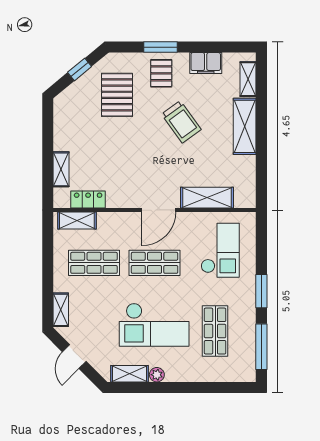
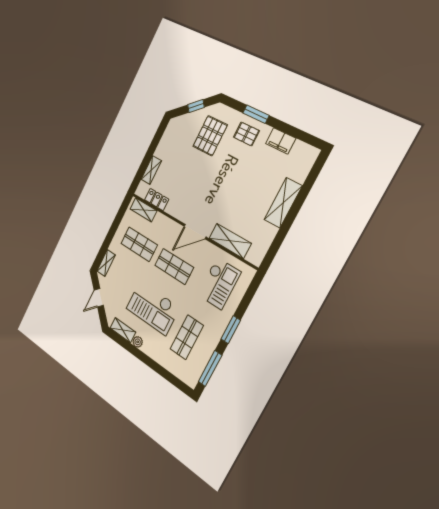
pallet: (161, 73) -> (246, 134), turned 90
shelving: (248, 79) -> (305, 168), removed
trolley: (181, 122) -> (241, 177), removed

